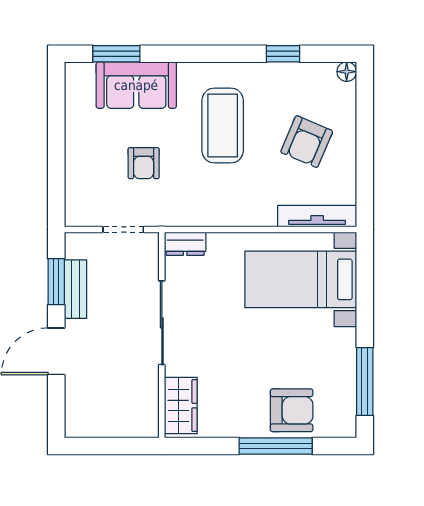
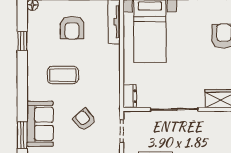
coffee table: (223, 126) -> (63, 75), width x0.73, depth x0.76
armchair: (307, 142) -> (72, 28), turned 67
armchair: (144, 163) -> (84, 120), turned -130

